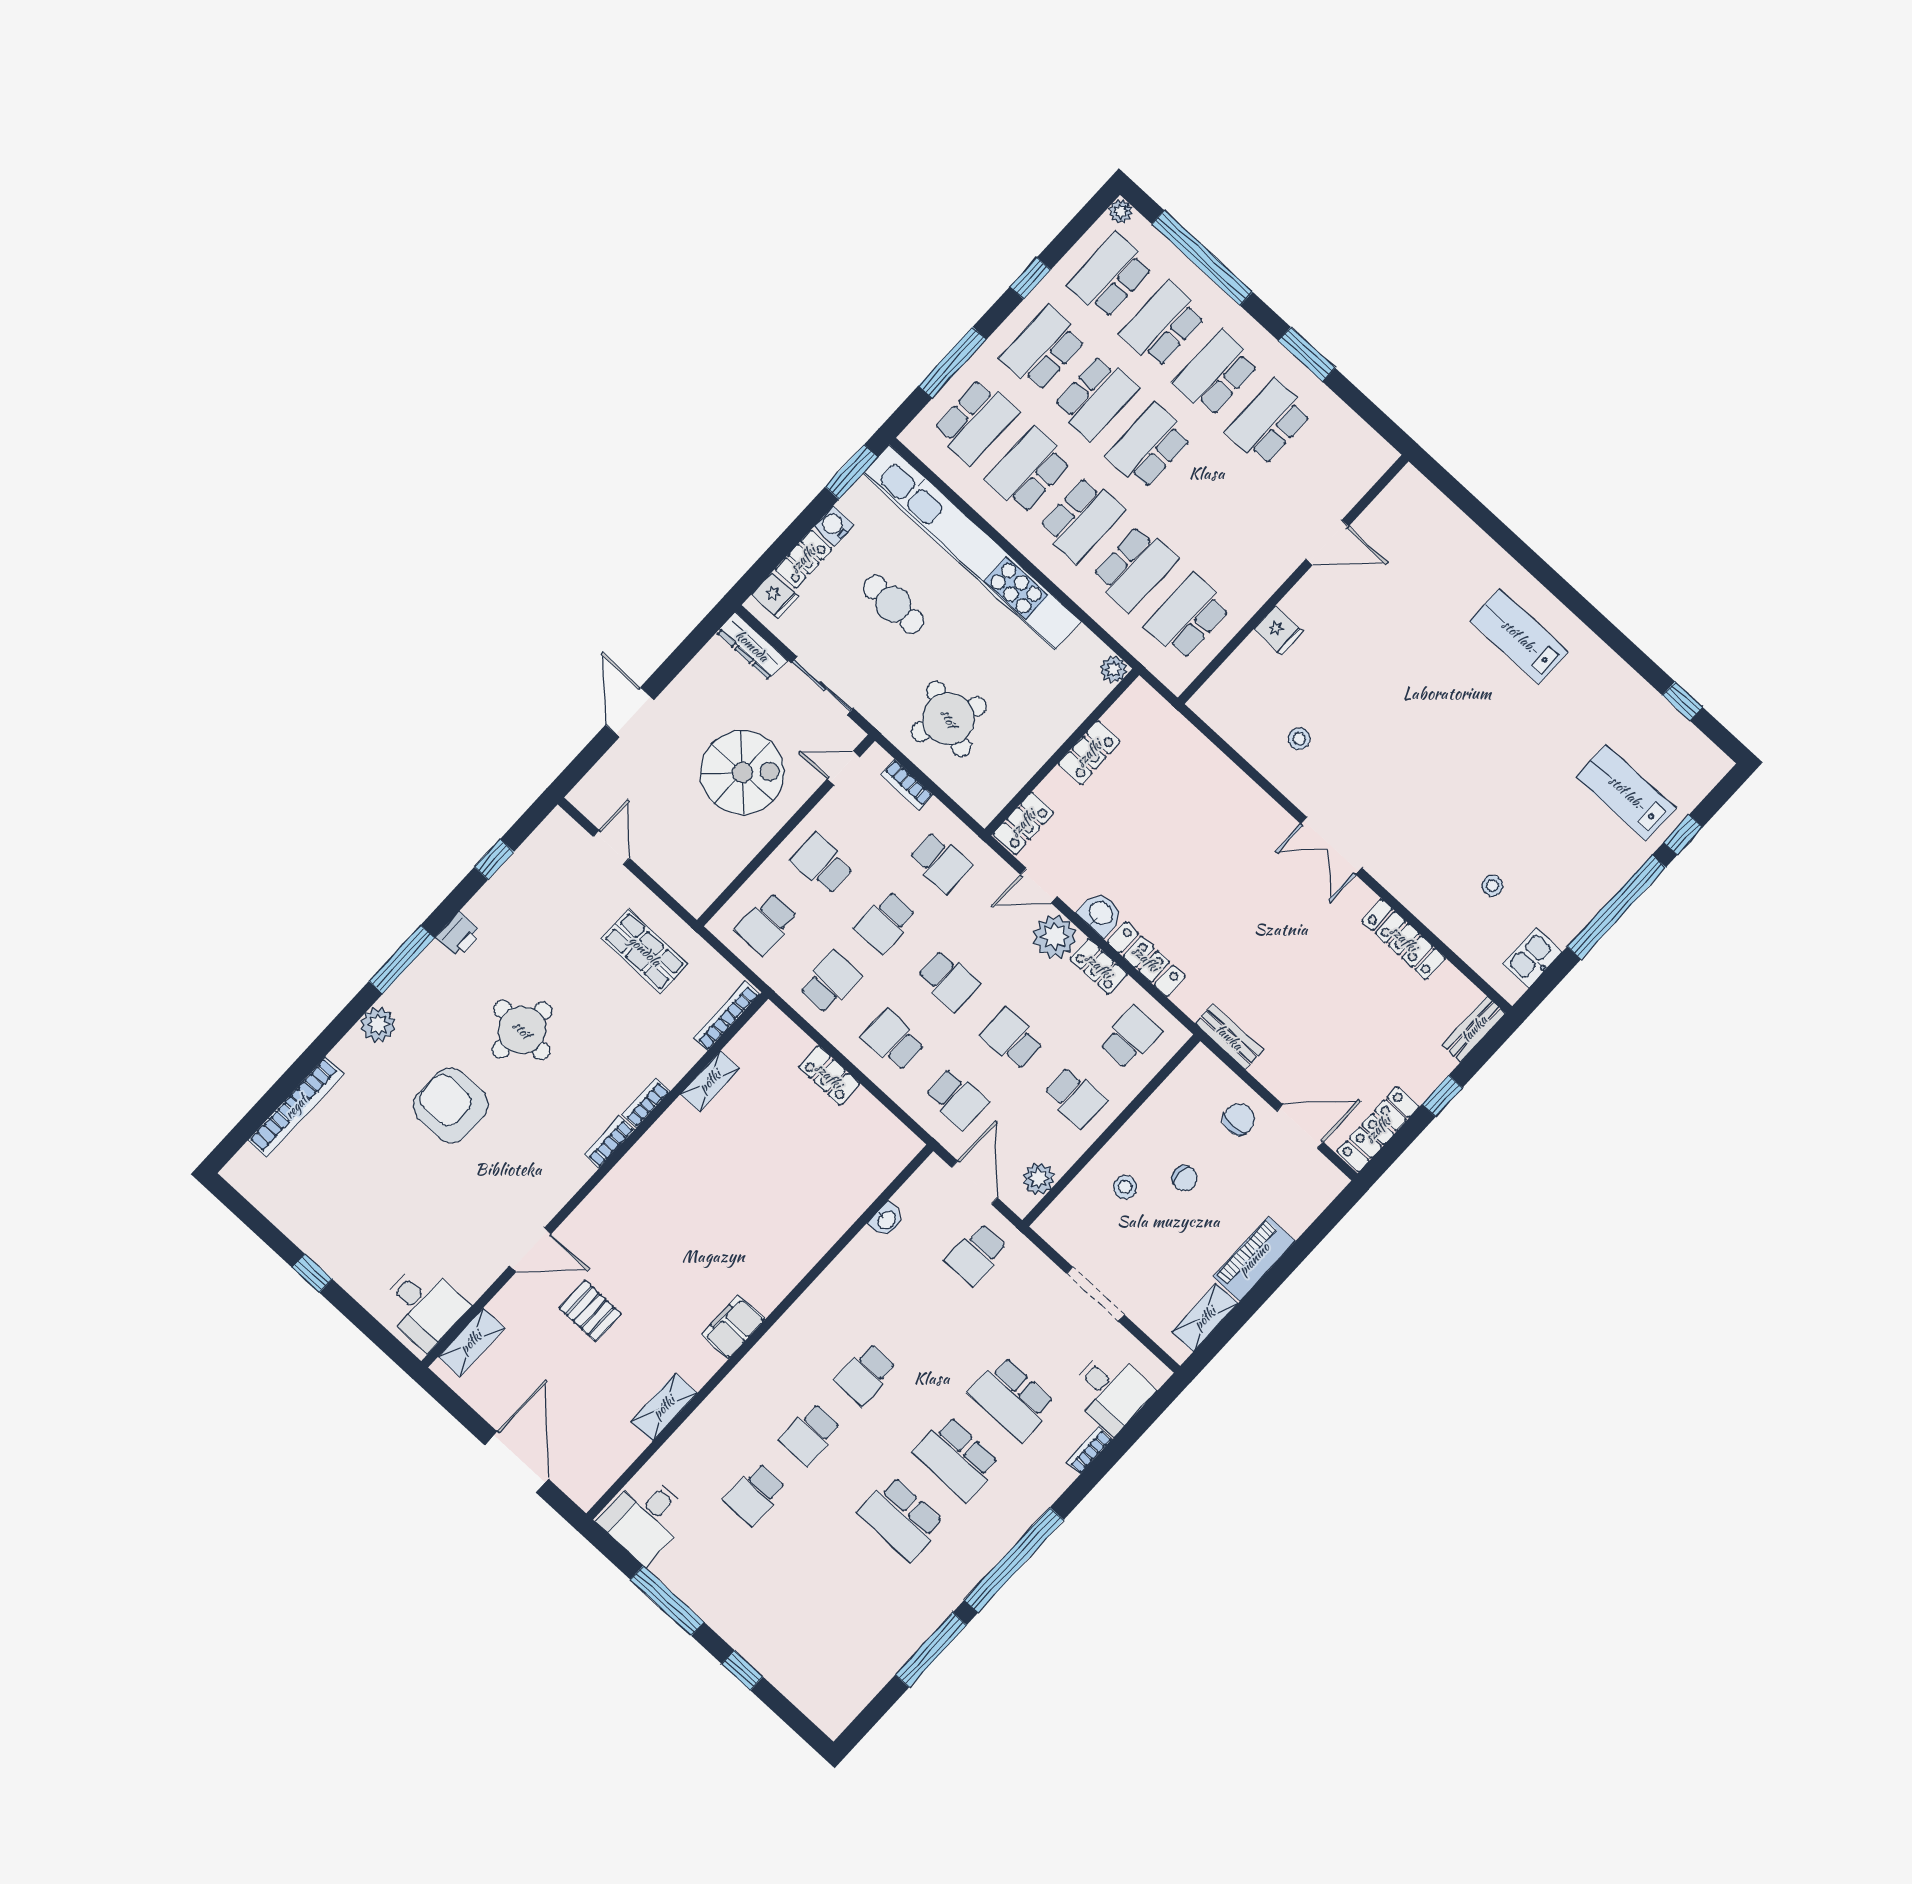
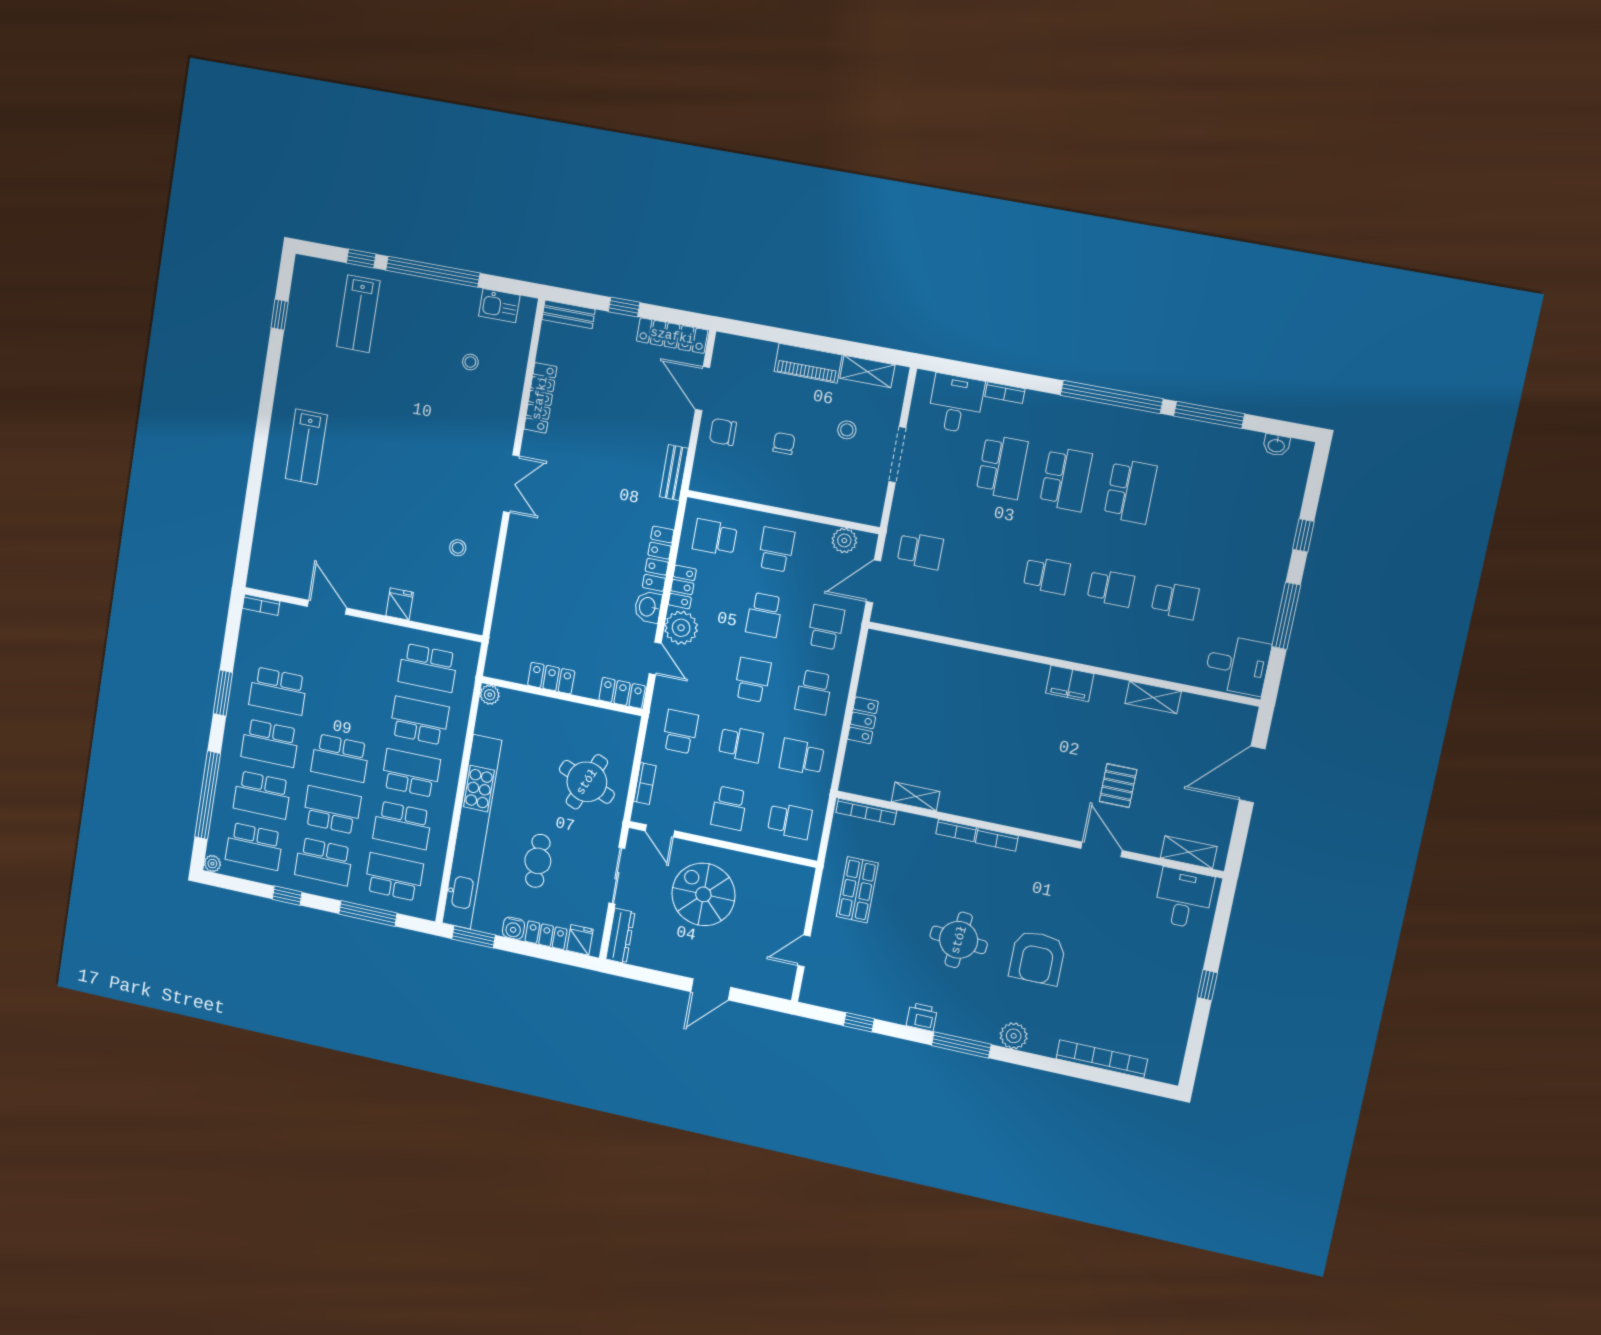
bookcase: (1378, 466) -> (261, 605), added
stool: (1125, 1187) -> (847, 430), moved
washbasin: (886, 1220) -> (1276, 445), moved, turned 180

